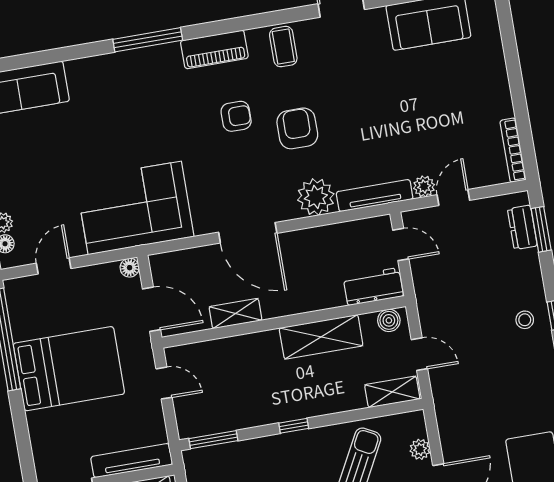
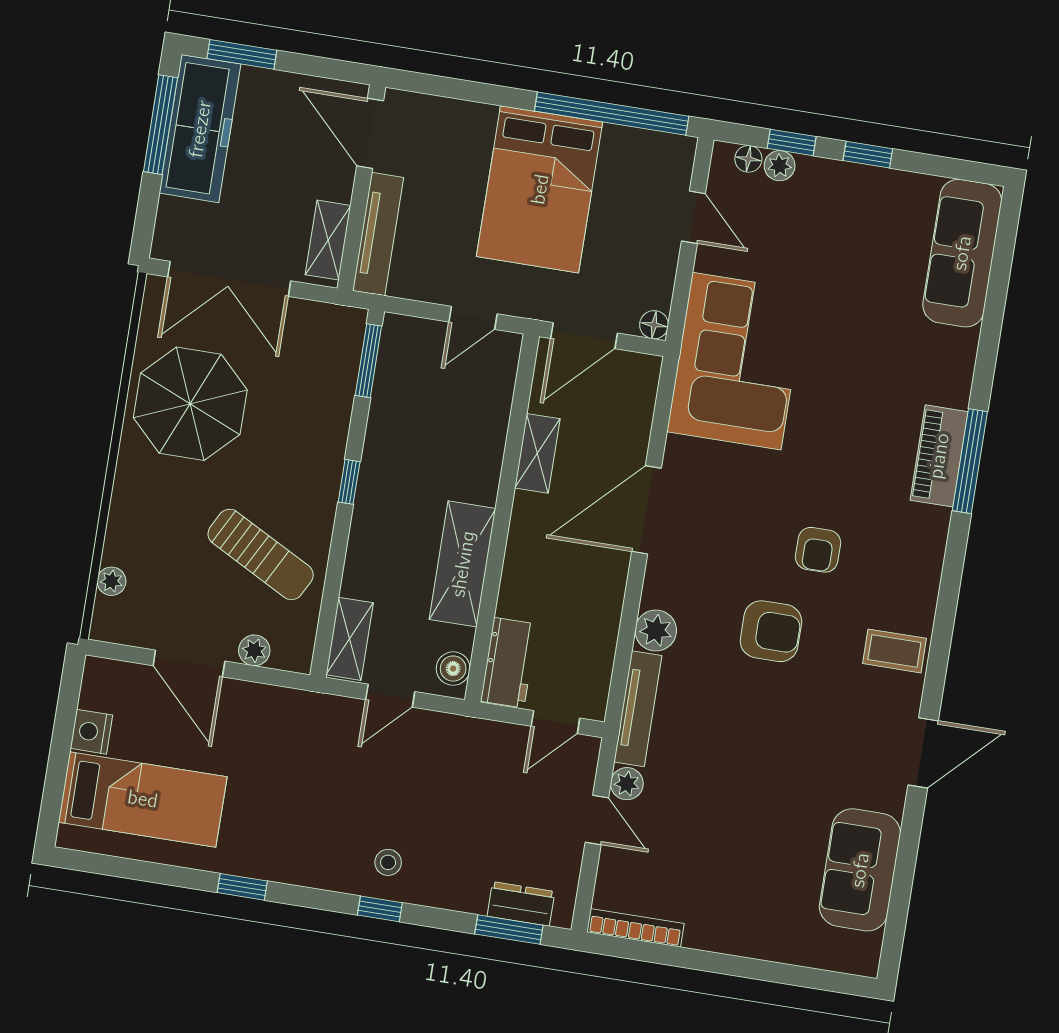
piano: (214, 49) -> (939, 456), moved
plant: (316, 197) -> (656, 631), width x0.73, depth x0.73

